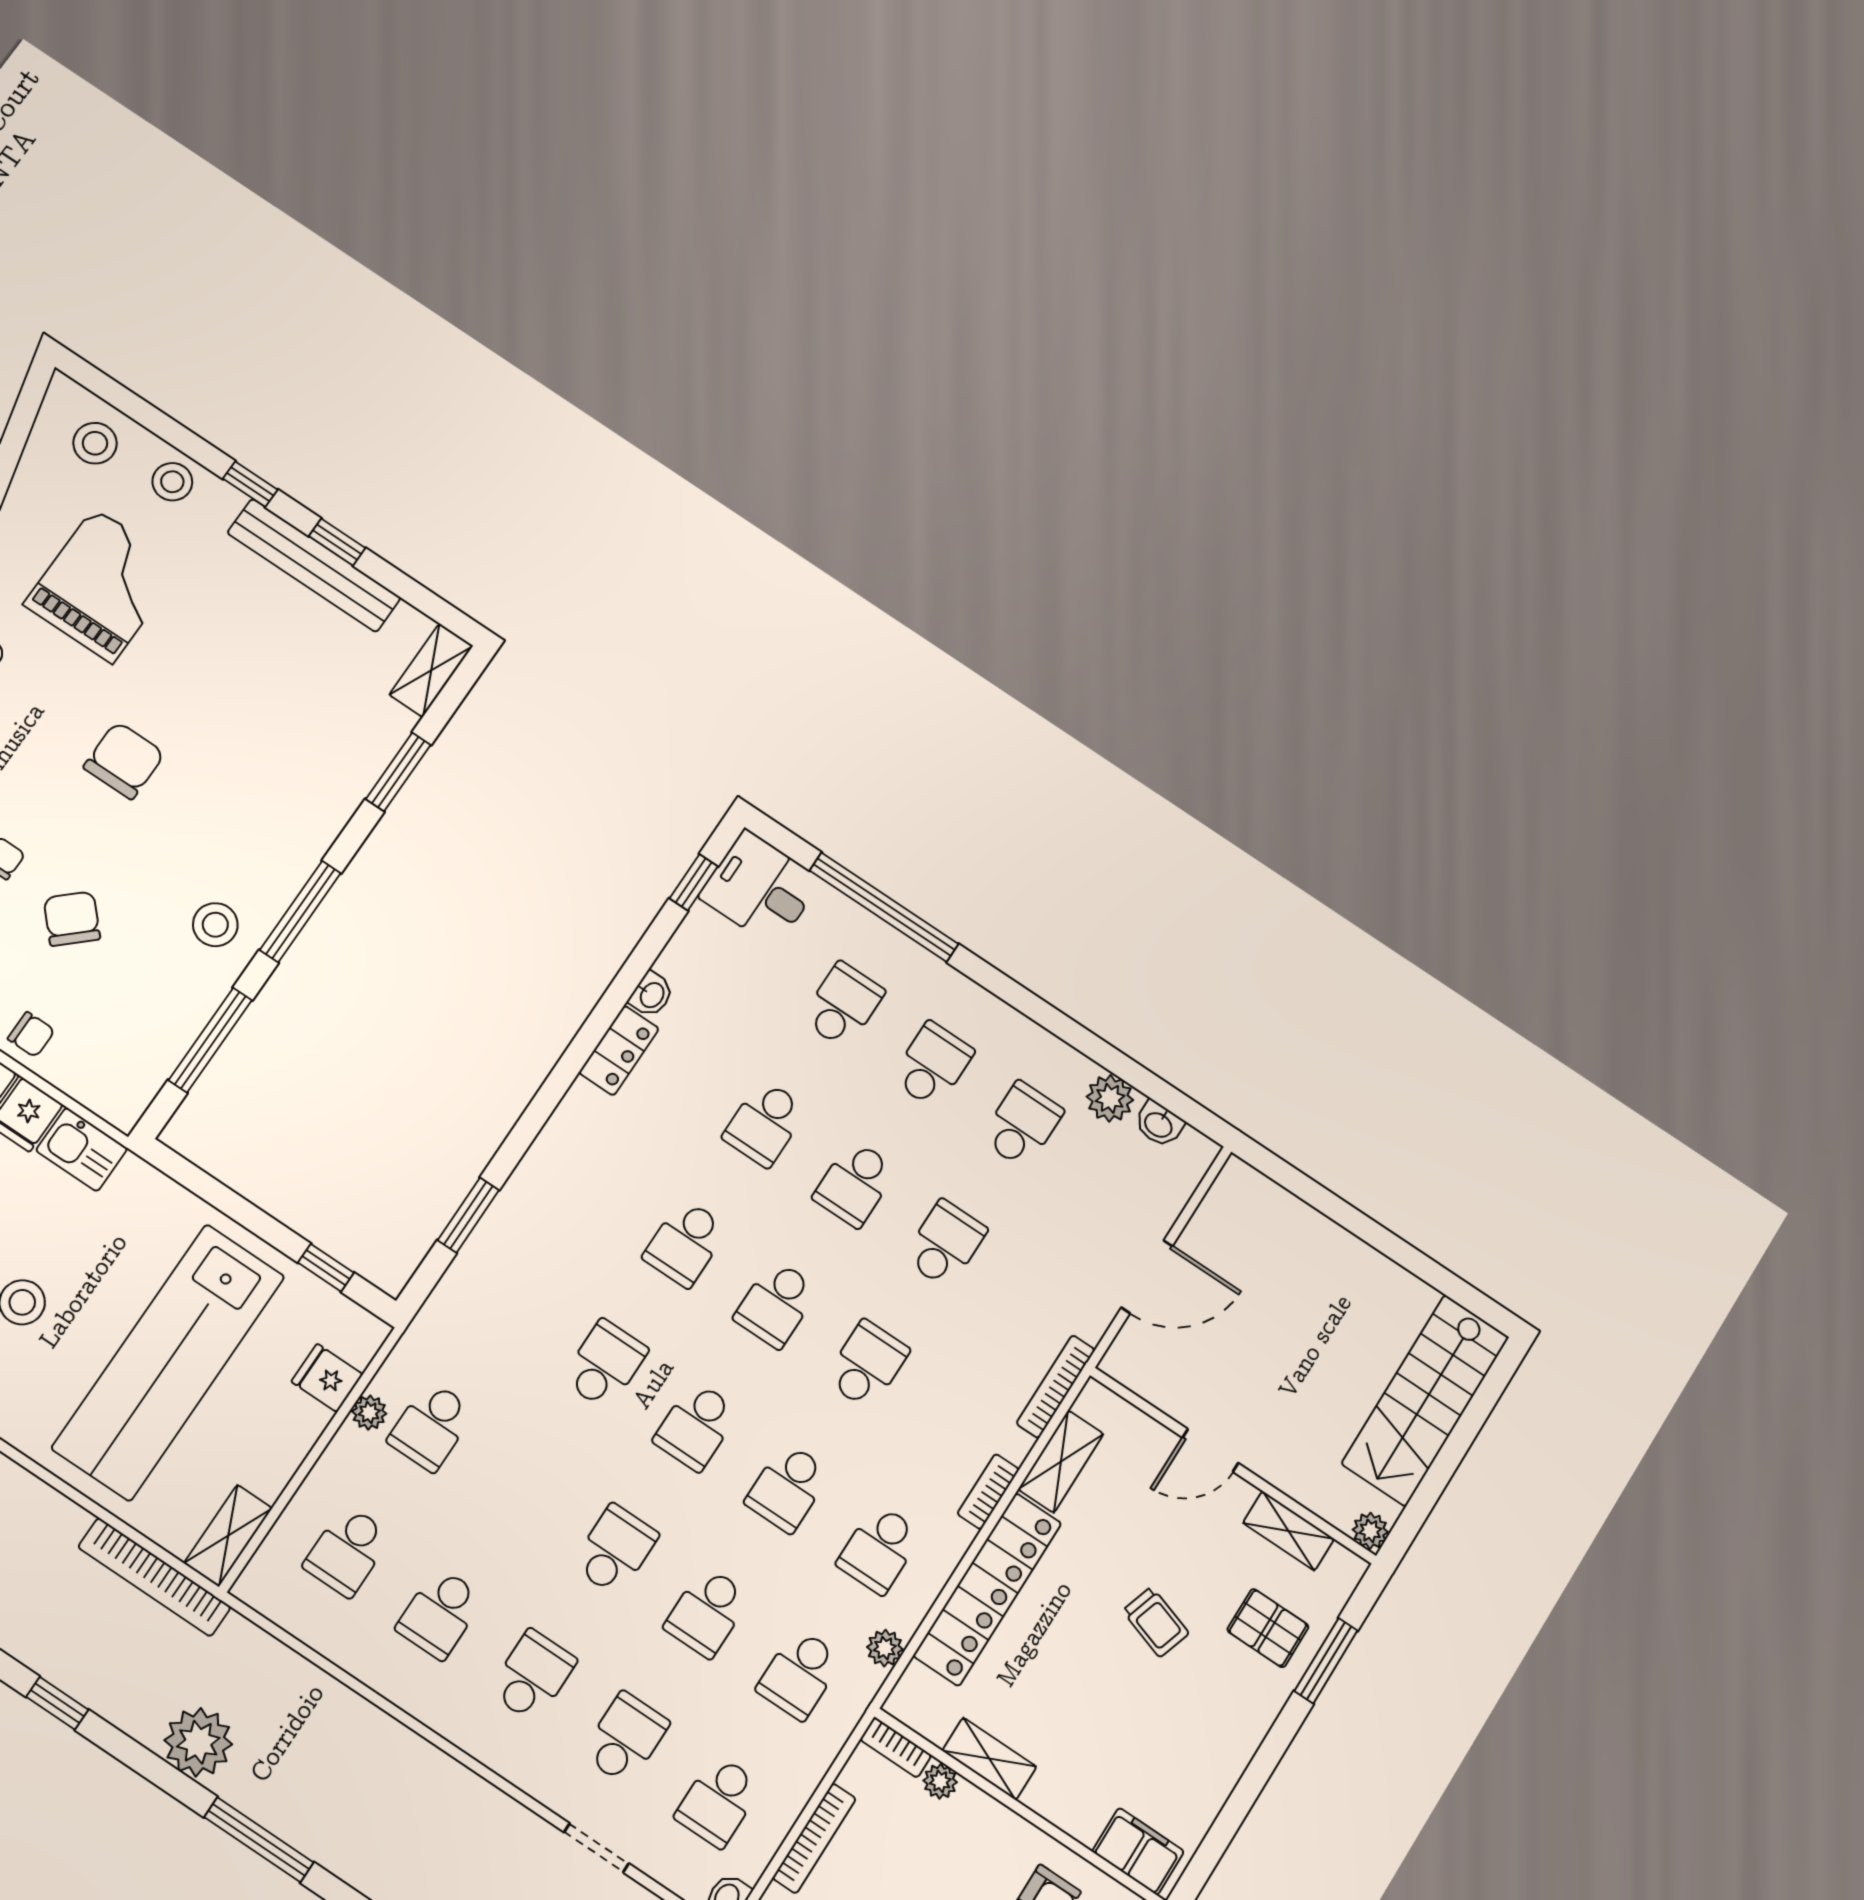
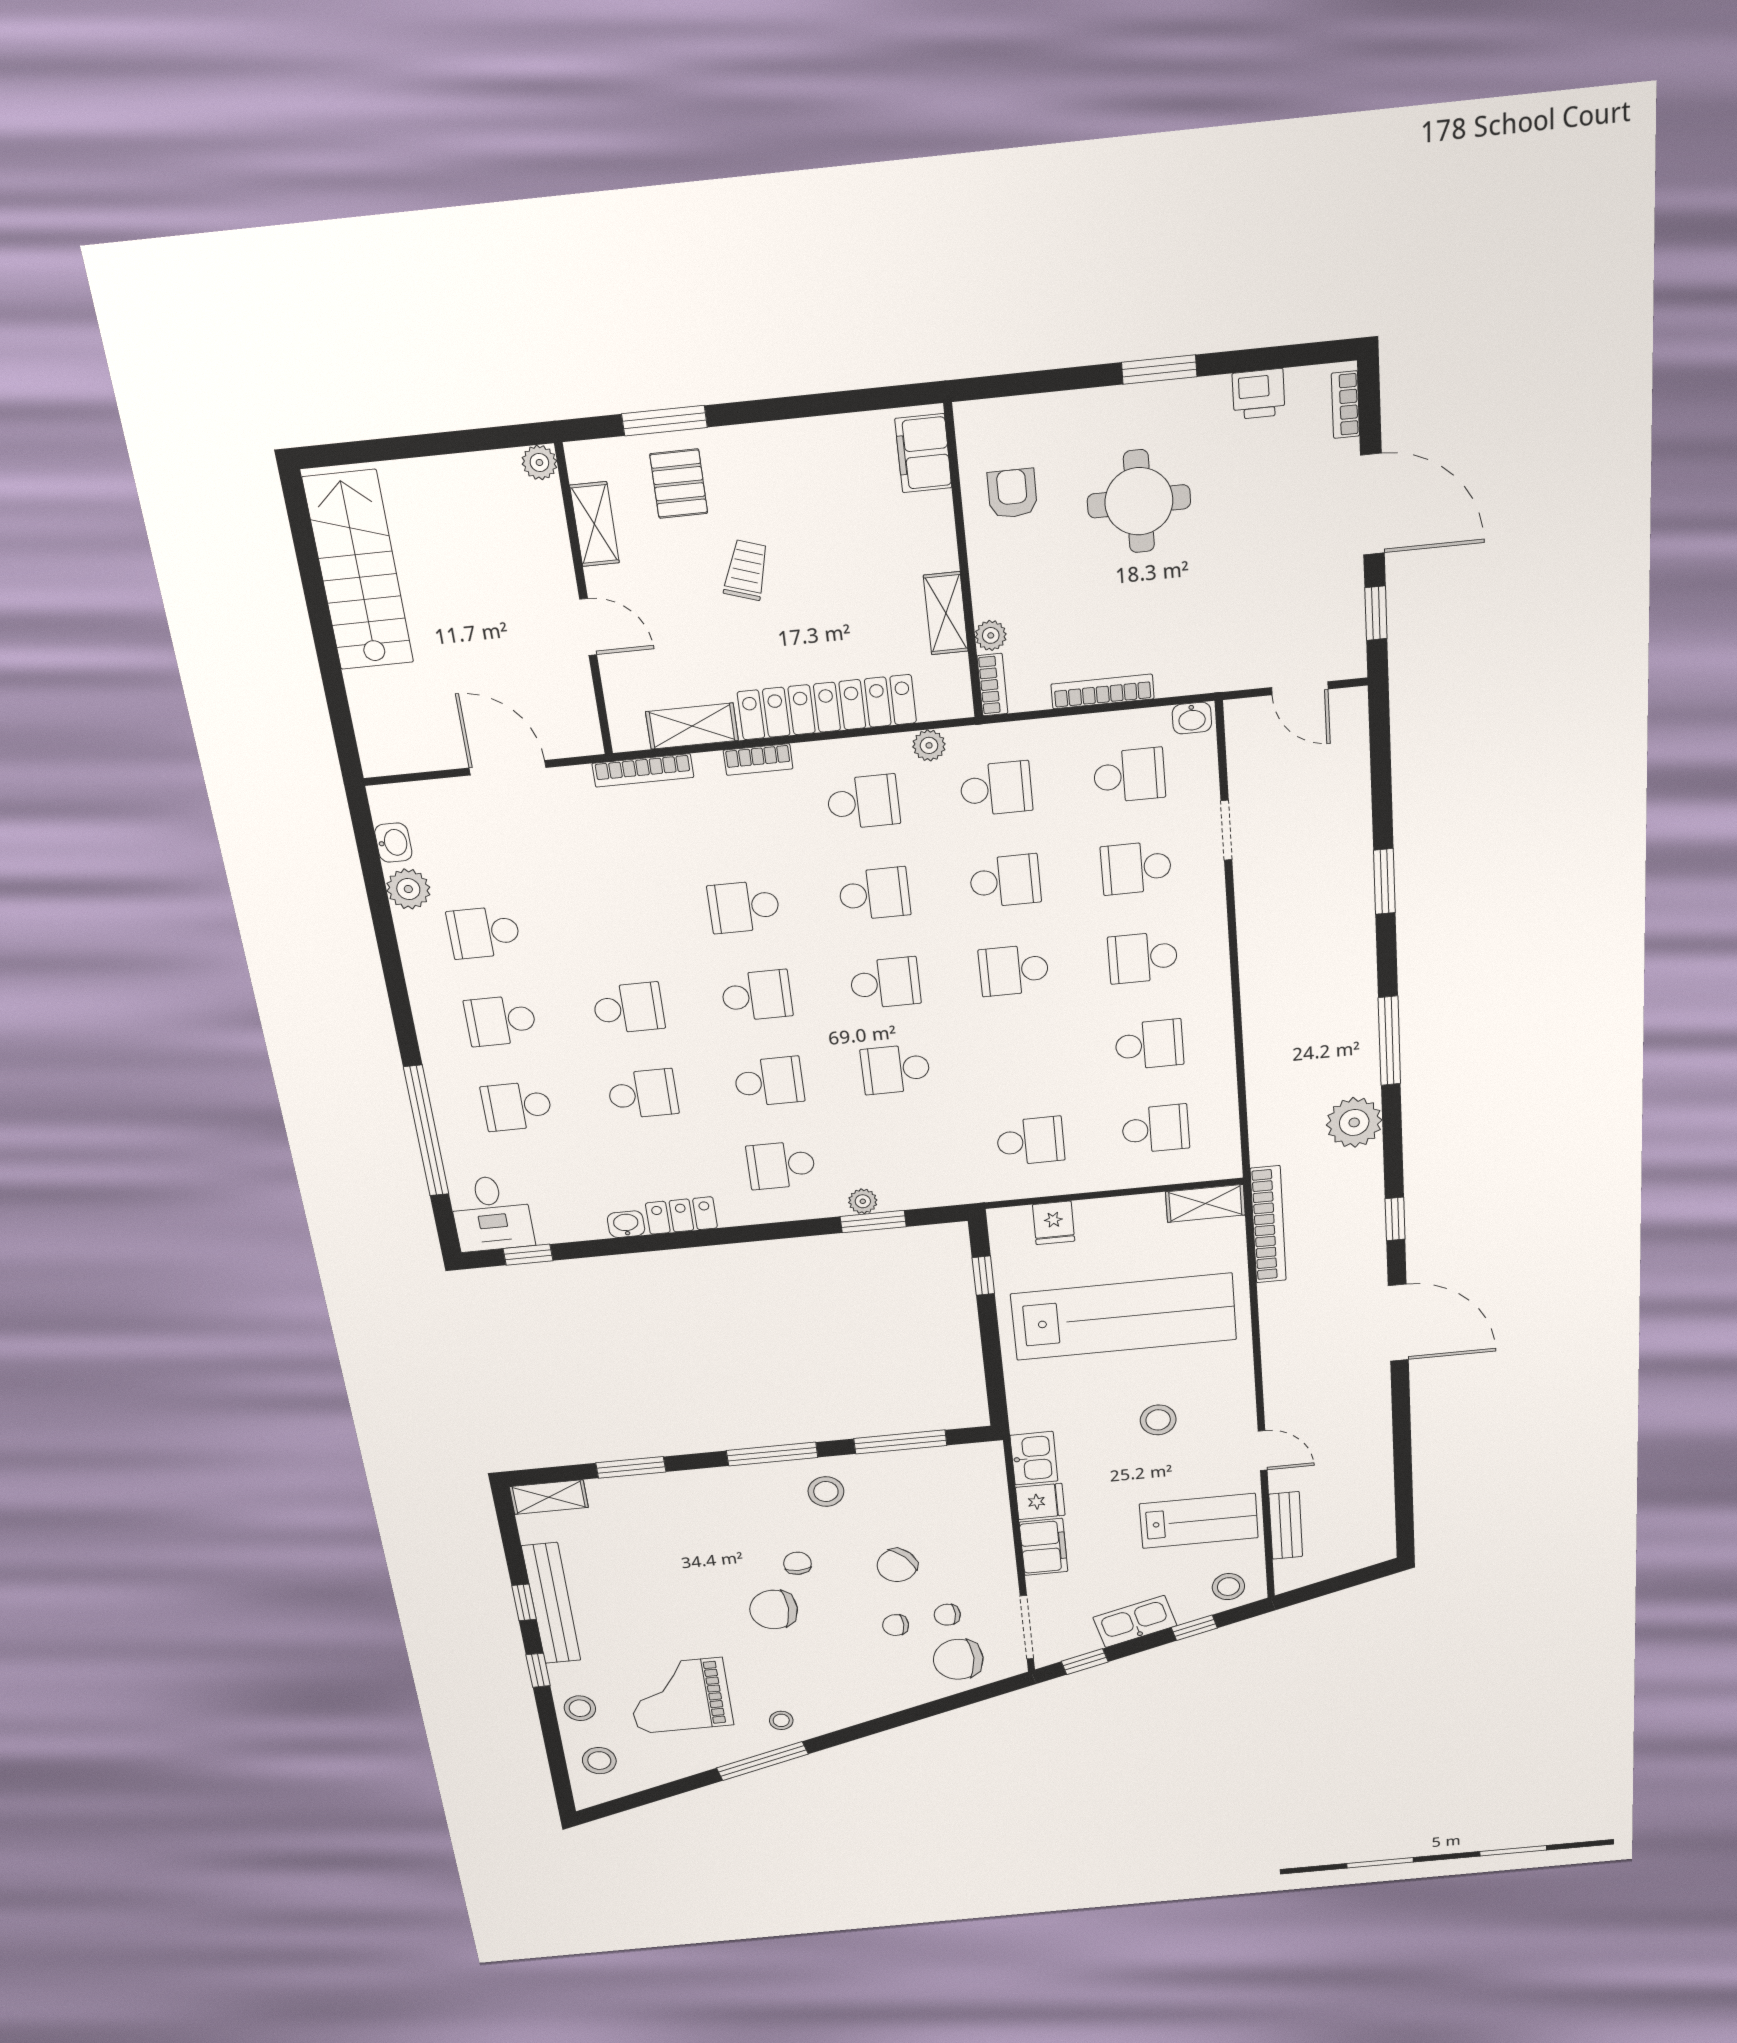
chair: (31, 1035) -> (797, 1563), moved
school desk: (945, 1244) -> (781, 1165), moved
stairs: (1425, 1400) -> (358, 571), moved, turned -90
plant: (369, 1413) -> (863, 1201), moved

